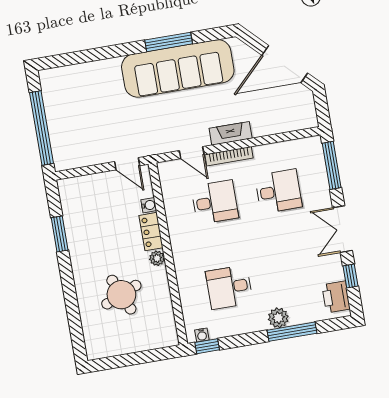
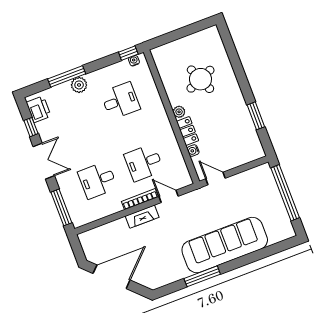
sofa: (178, 68) -> (225, 245), moved

